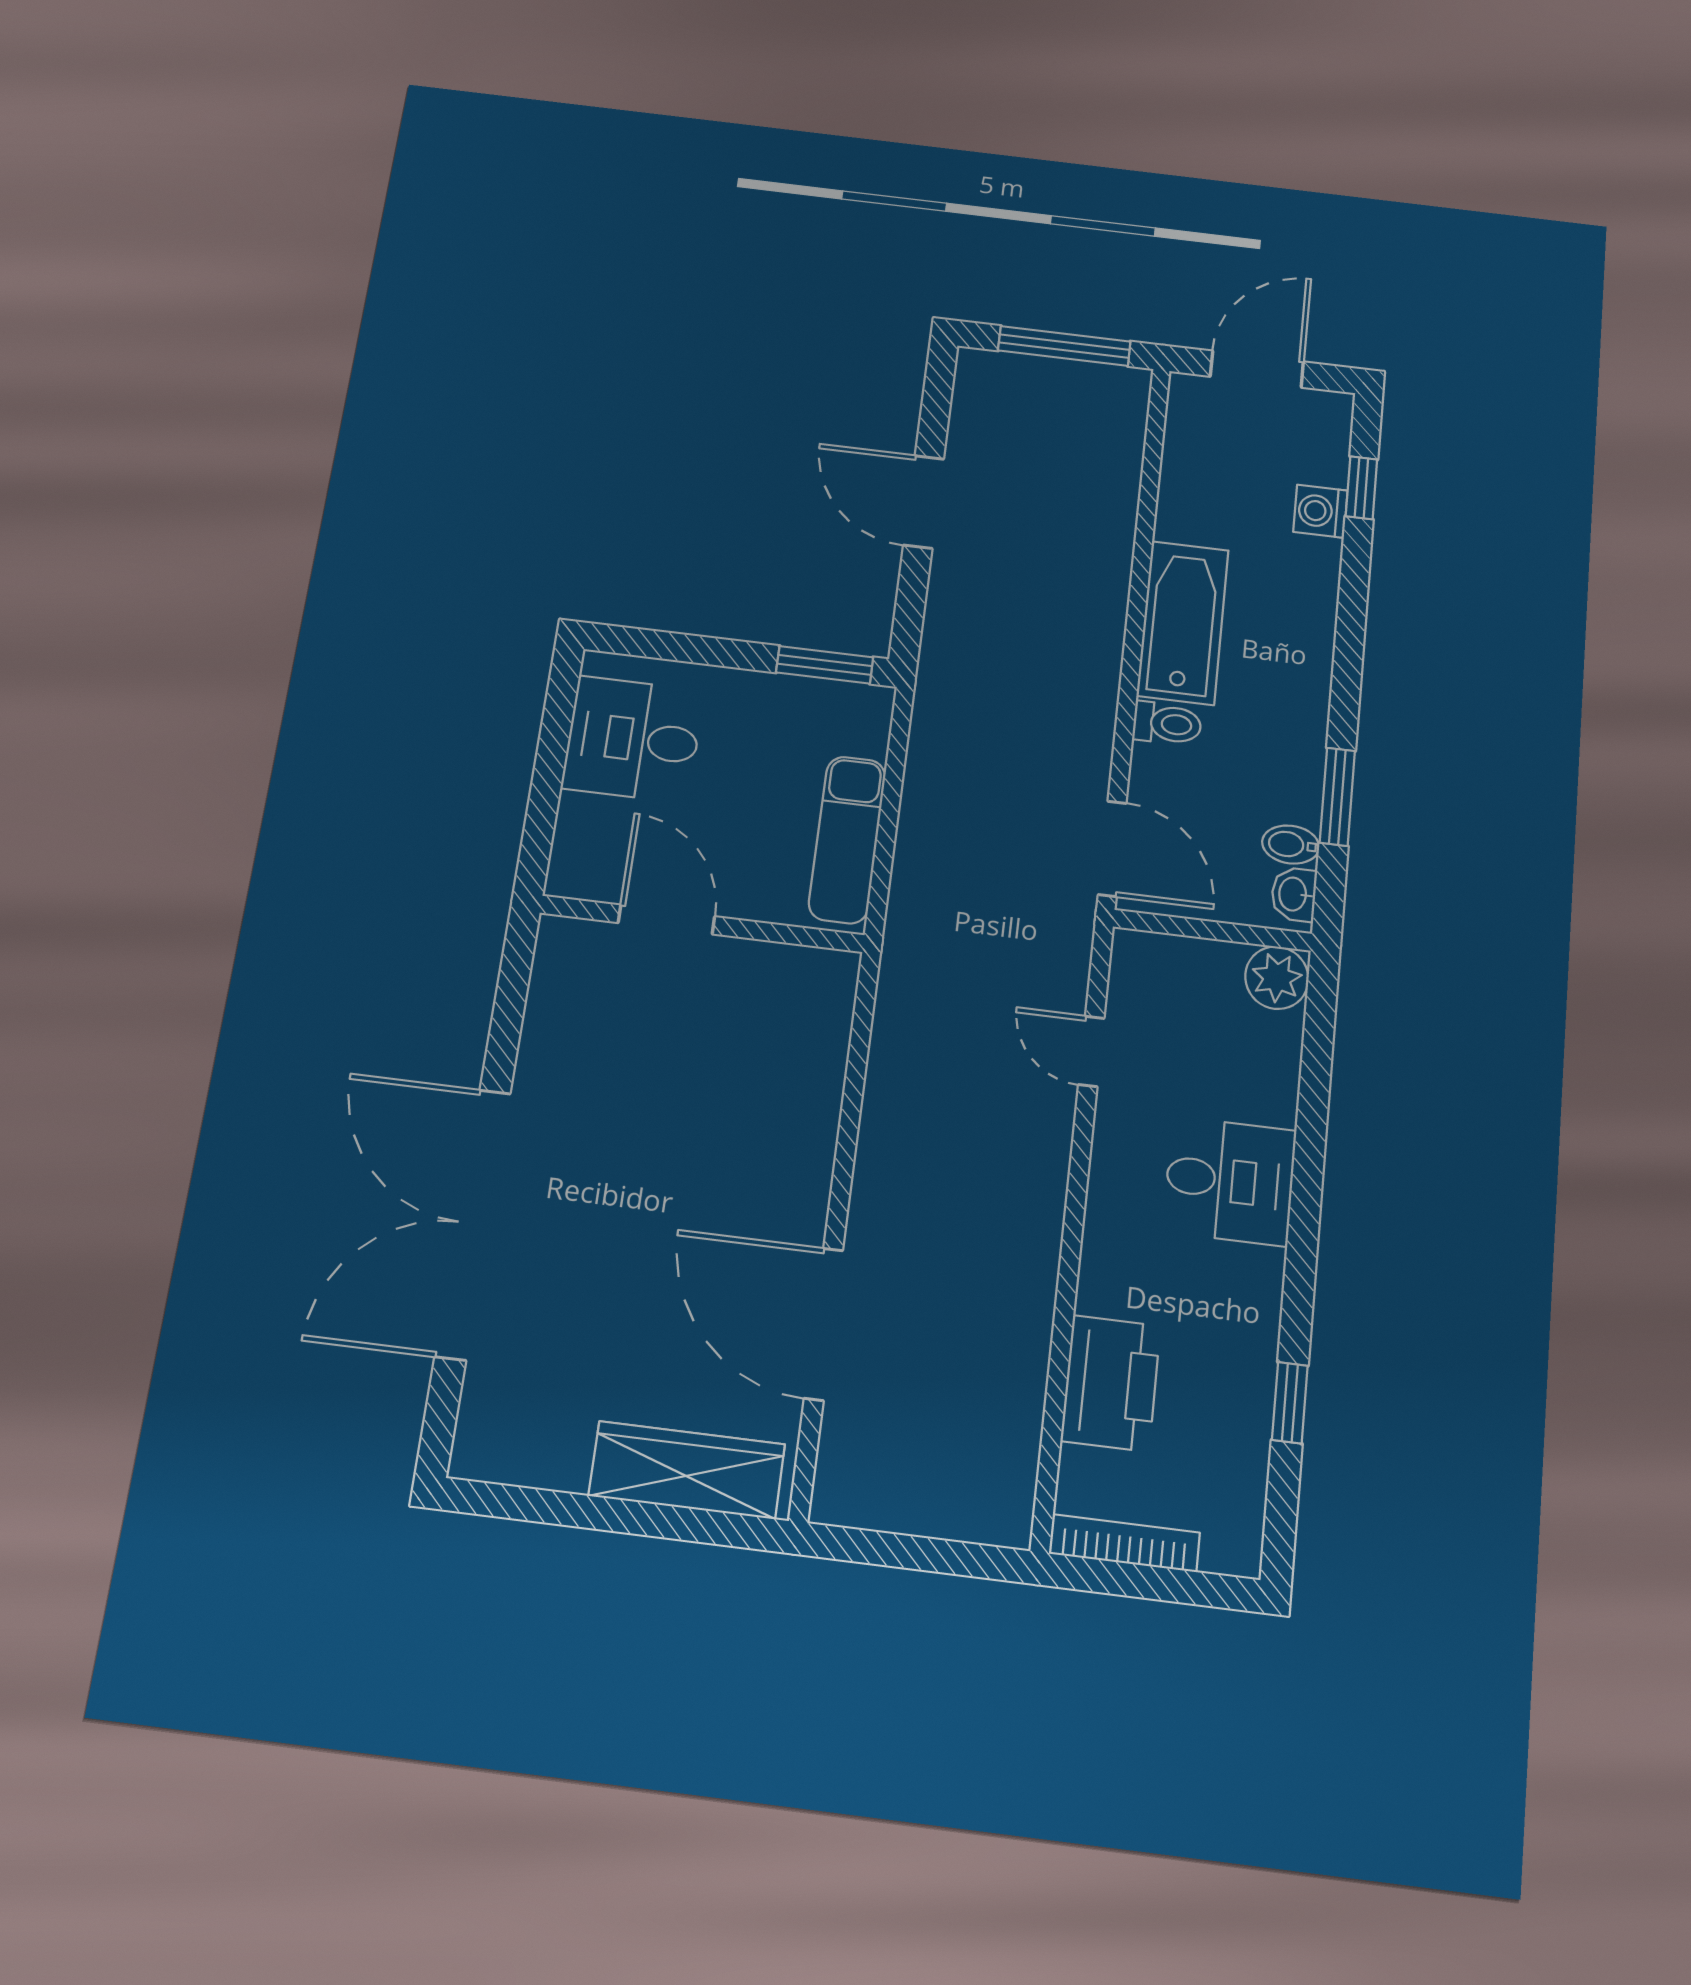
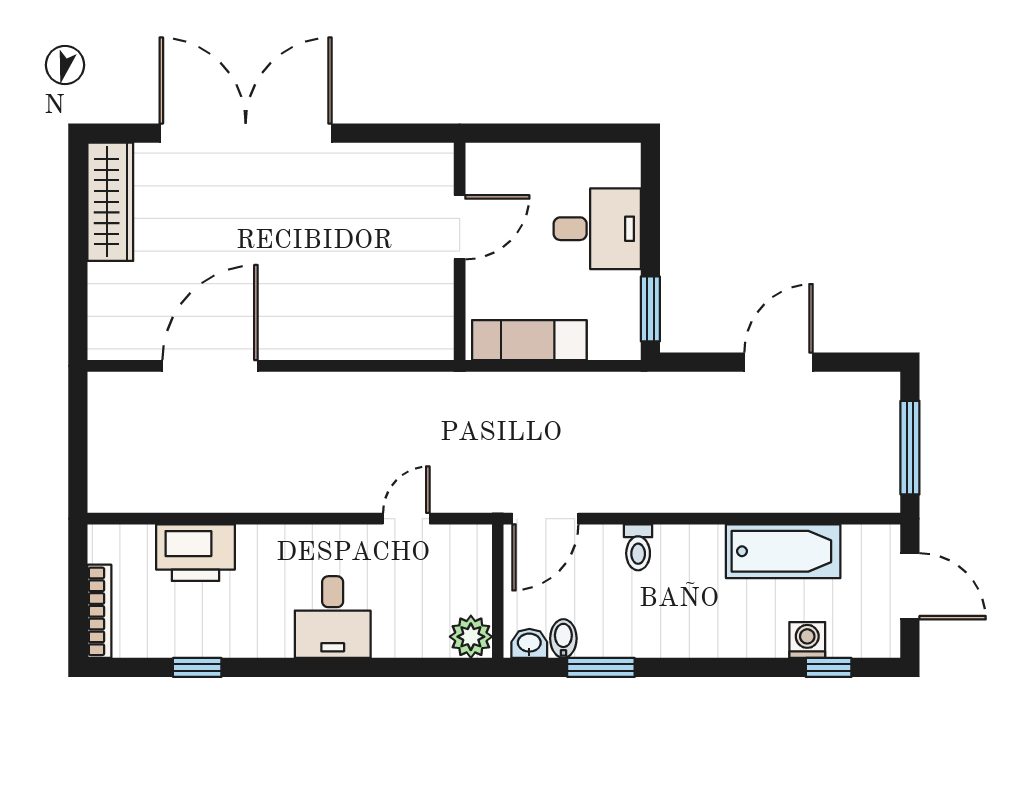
bathtub: (1183, 623) -> (783, 551), moved
desk: (633, 739) -> (597, 229), moved, turned 90
wardrobe: (687, 1470) -> (110, 202), moved
bookcase: (1124, 1543) -> (99, 611), moved

